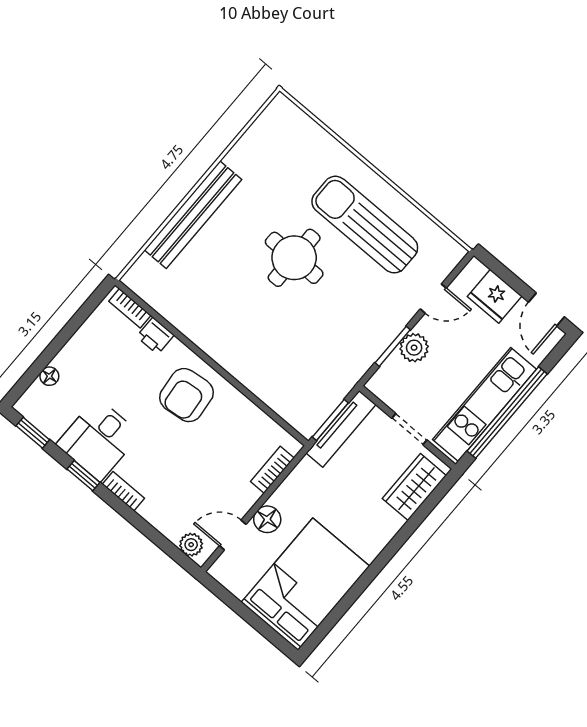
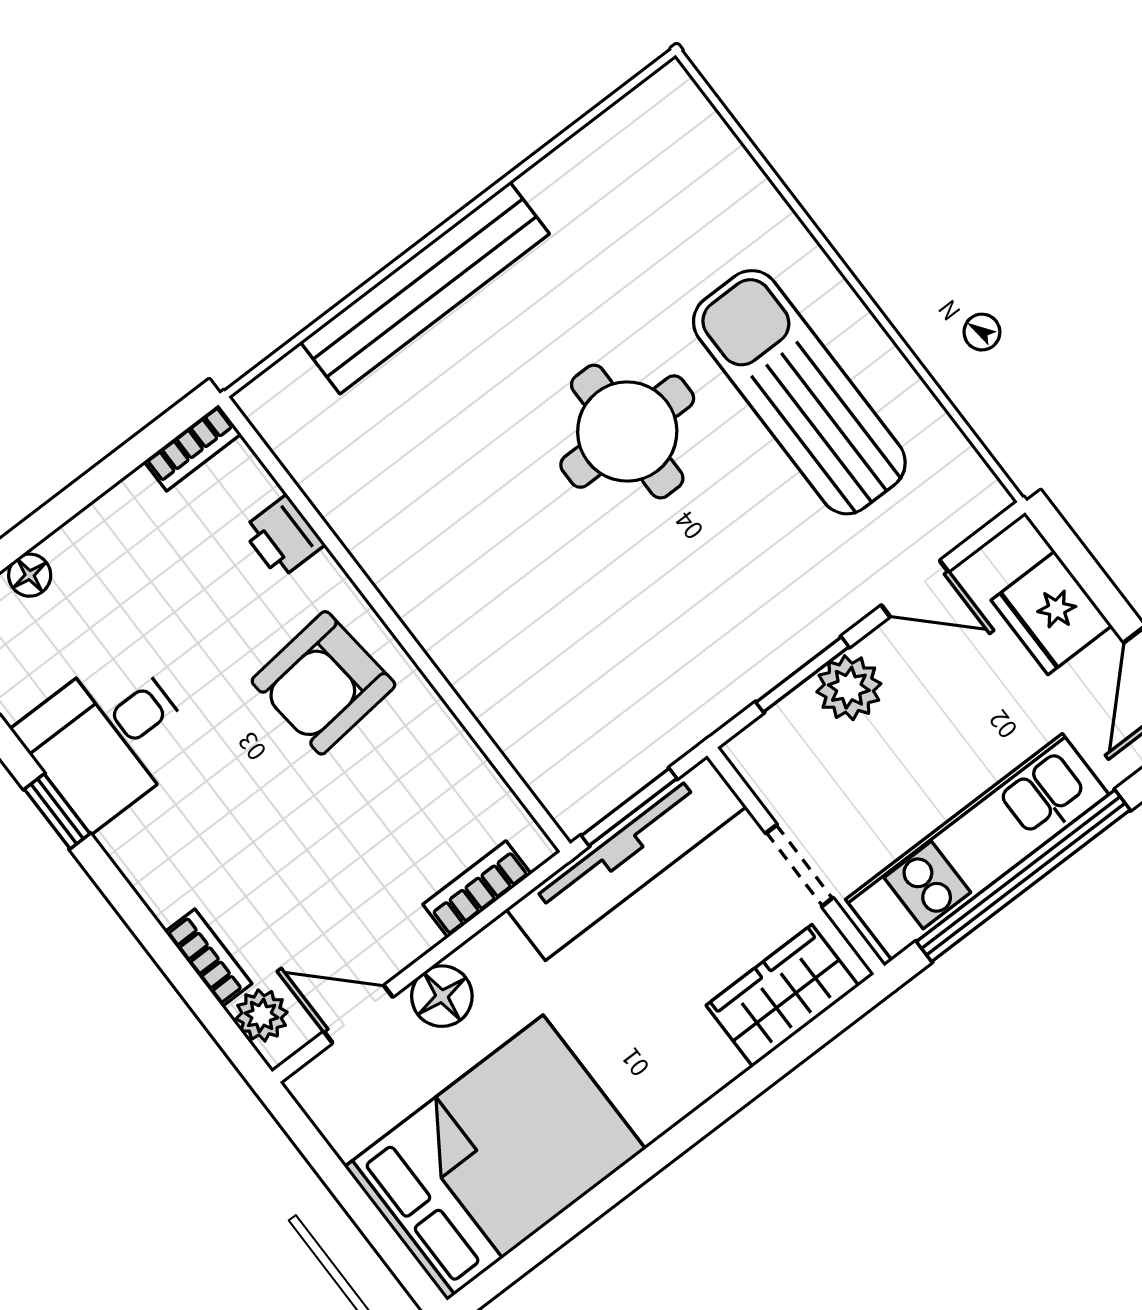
bookcase: (130, 308) -> (193, 448), moved, turned -90
tv unit: (341, 429) -> (626, 858), width x1.36, depth x1.29
bookcase: (123, 491) -> (208, 958), moved

